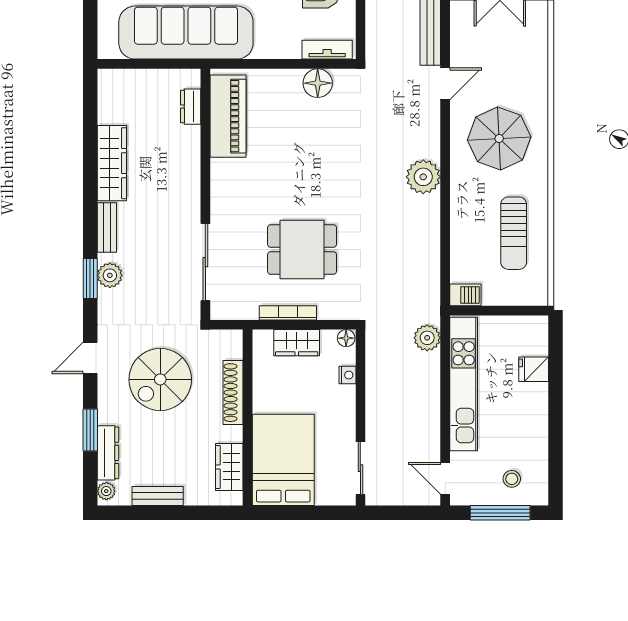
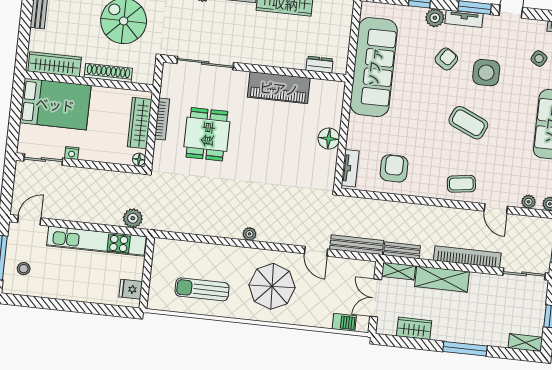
floor lamp: (318, 83) -> (329, 139), moved
piano: (228, 116) -> (279, 88), moved
plant: (423, 177) -> (249, 234), width x0.53, depth x0.53
barbecue: (465, 295) -> (344, 322), moved, turned -90
wardrobe: (297, 343) -> (140, 123), width x1.50
fridge: (534, 369) -> (131, 289), moved, turned -90
nightstand: (347, 375) -> (72, 153), moved
wardrobe: (229, 467) -> (55, 64), width x1.50

